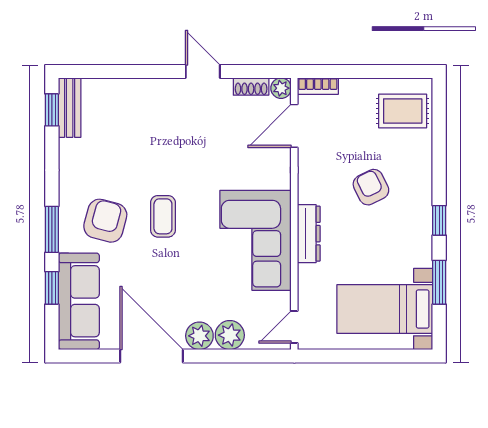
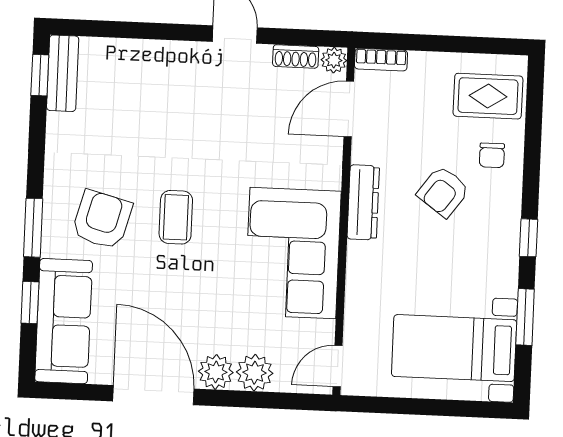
chair: (408, 157) -> (492, 155), added
armchair: (371, 187) -> (443, 192), turned -118
dresser: (309, 234) -> (363, 202), moved

